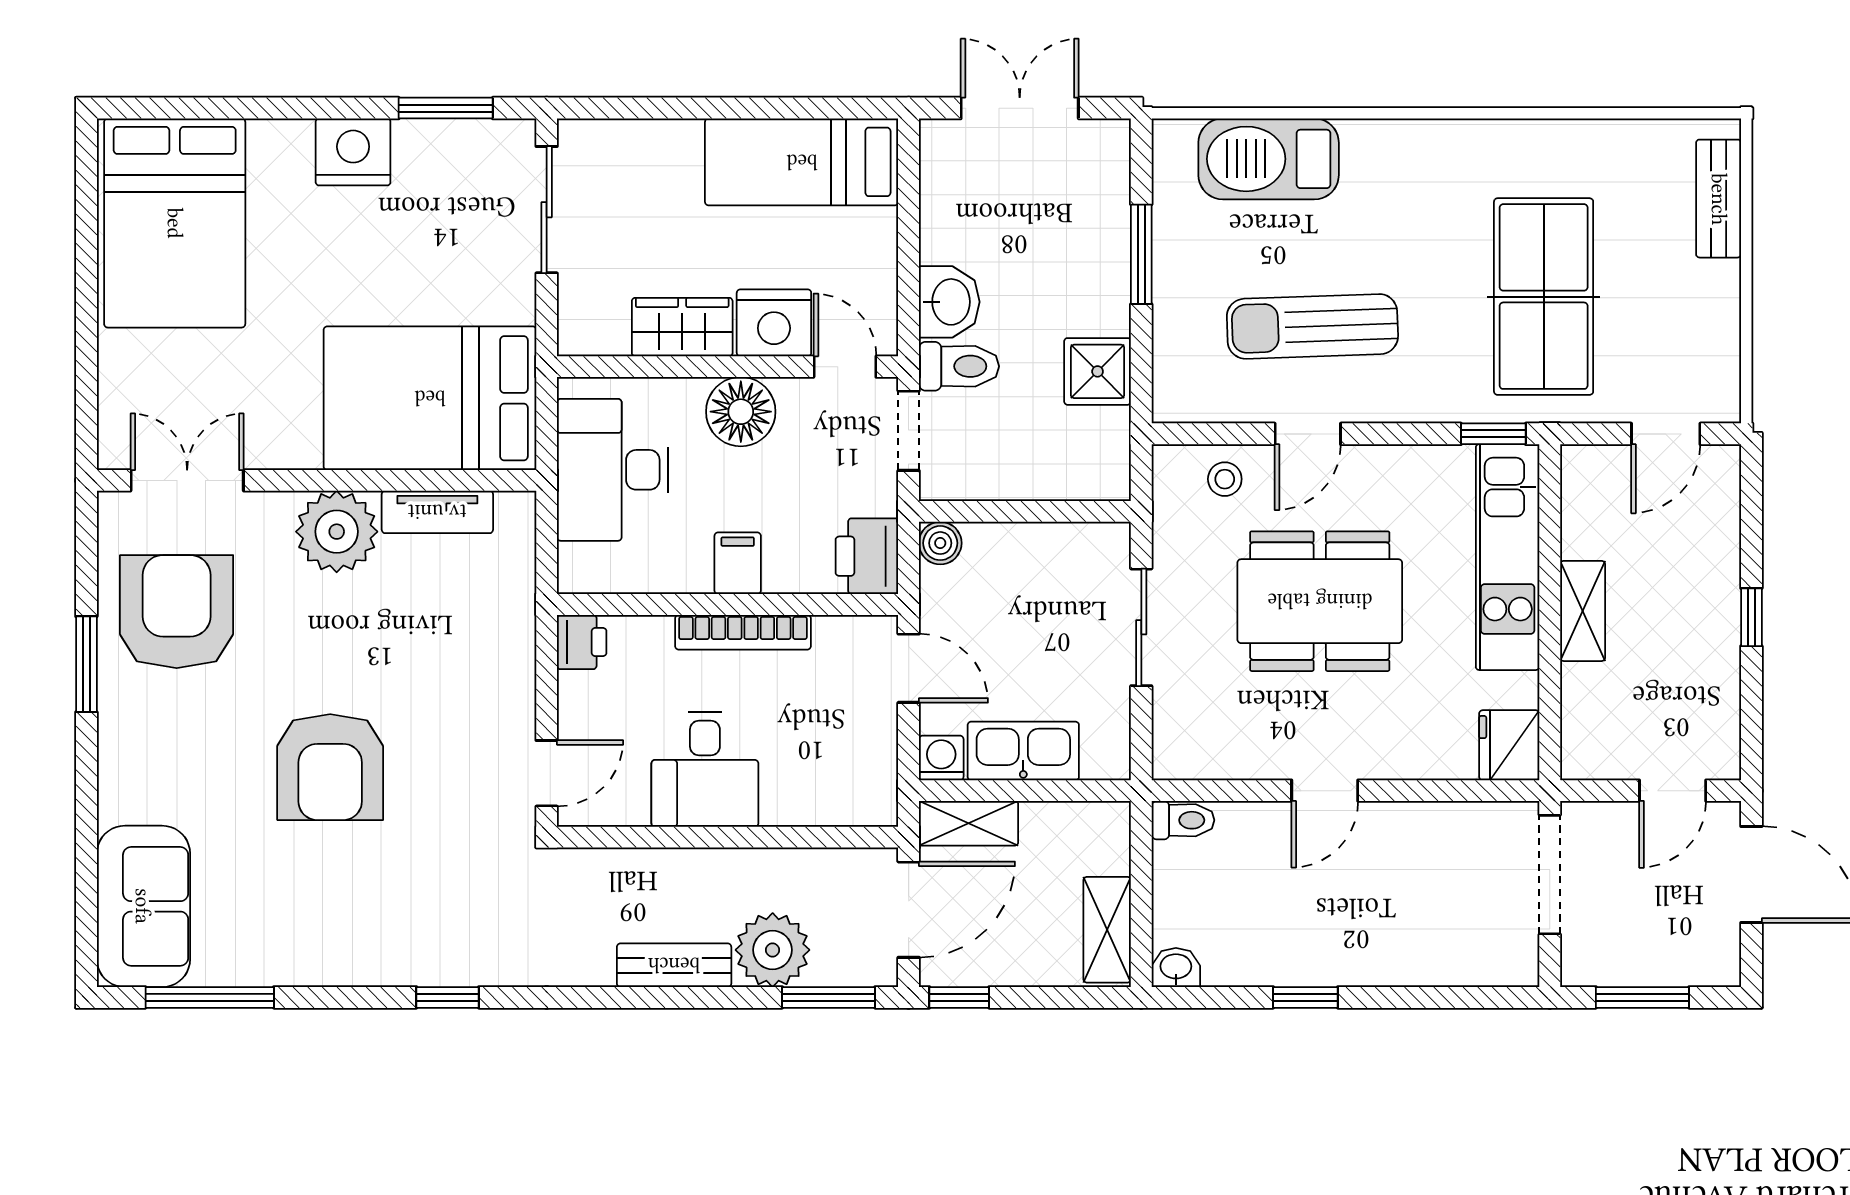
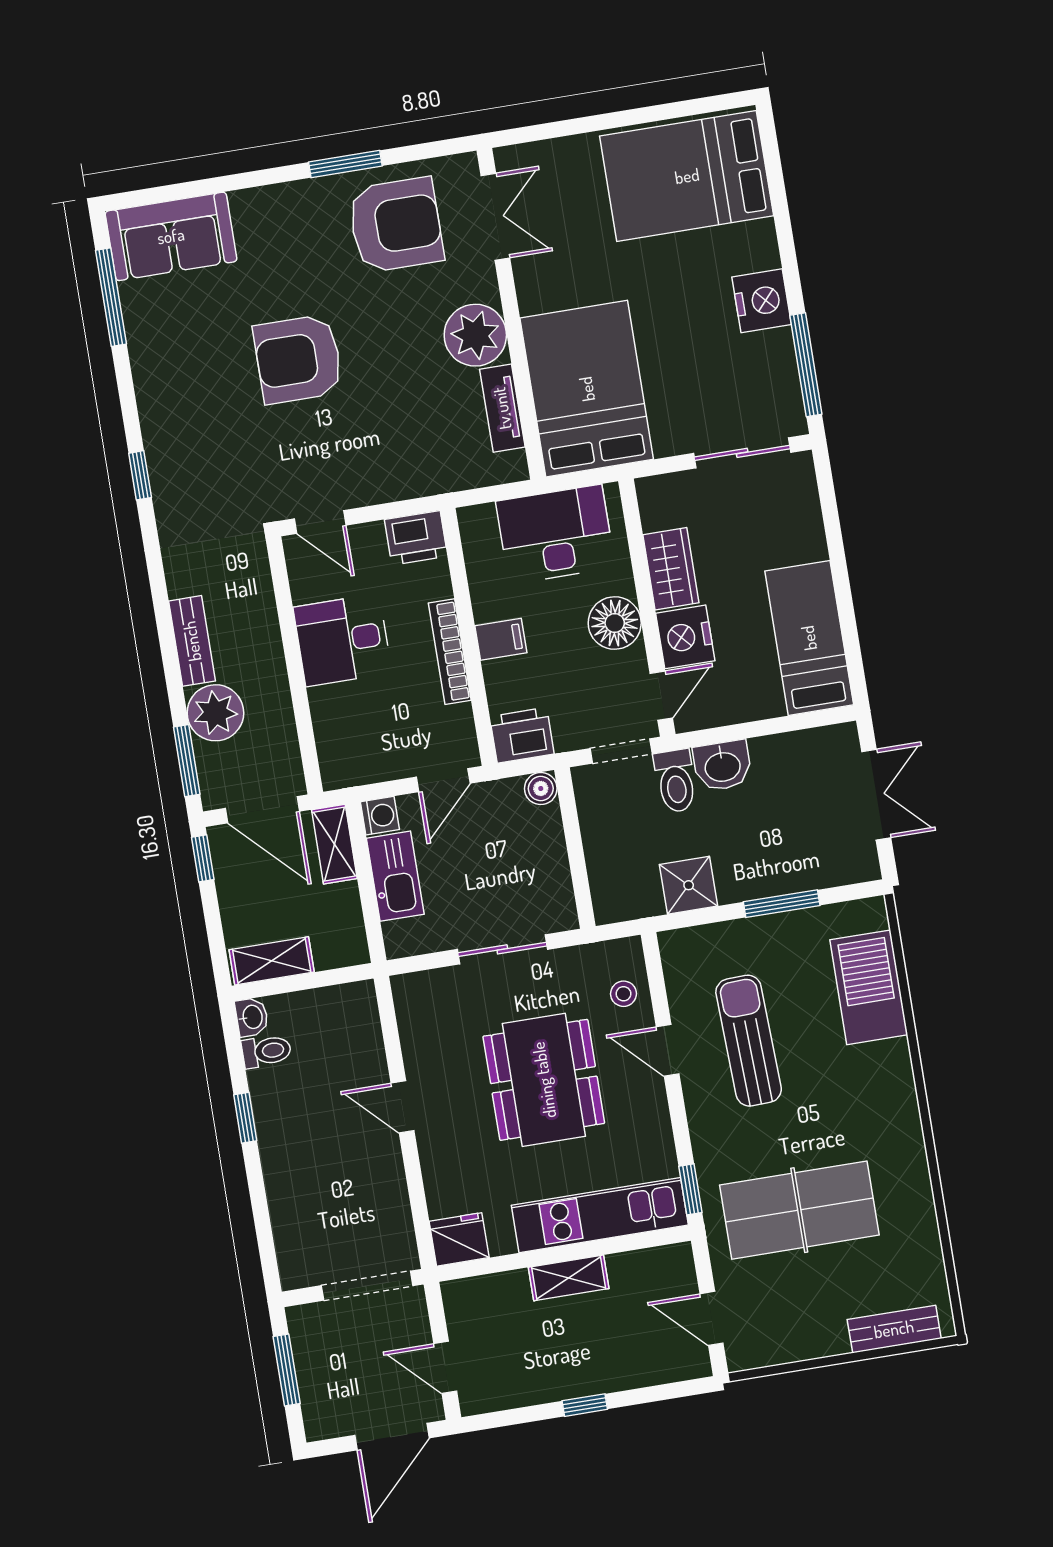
window: (446, 108) -> (806, 365), width x1.44
printer: (582, 642) -> (416, 538), width x1.36, depth x1.24
toilet: (1183, 820) -> (266, 1051), moved, turned -90

